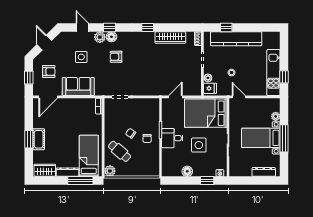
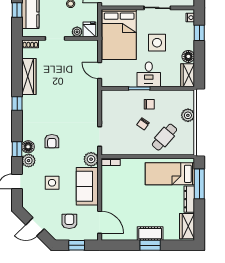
plant: (101, 90) -> (91, 159), added
plant: (110, 171) -> (188, 115), moved
wardrobe: (171, 171) -> (188, 75), added

